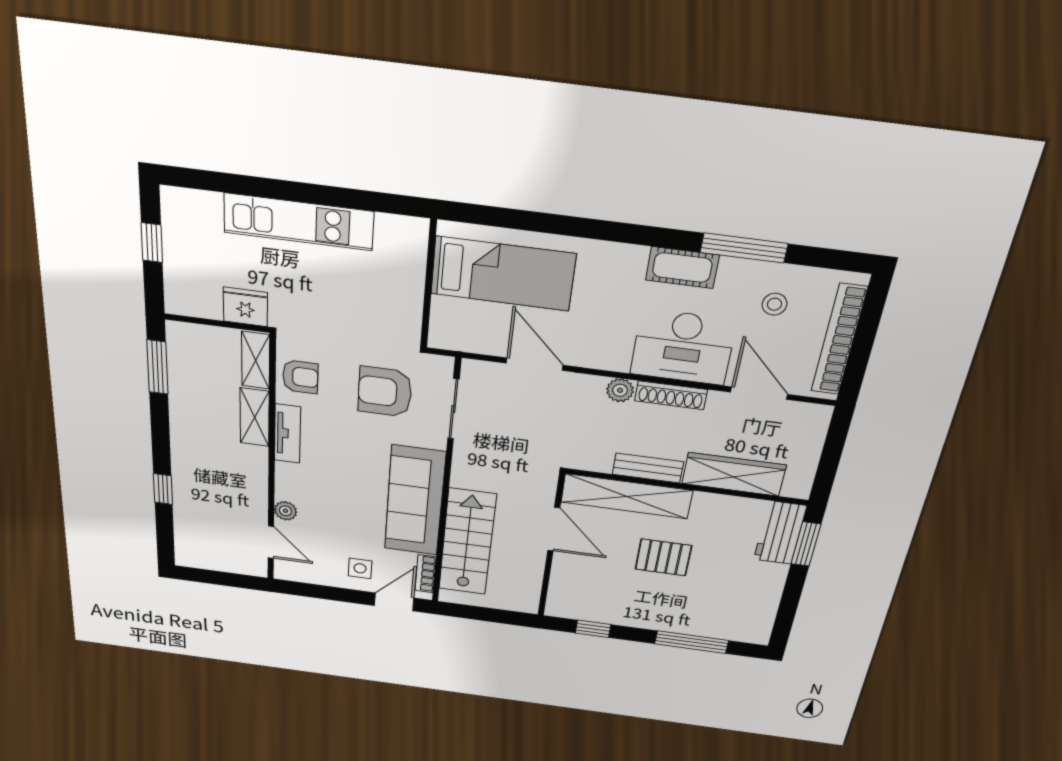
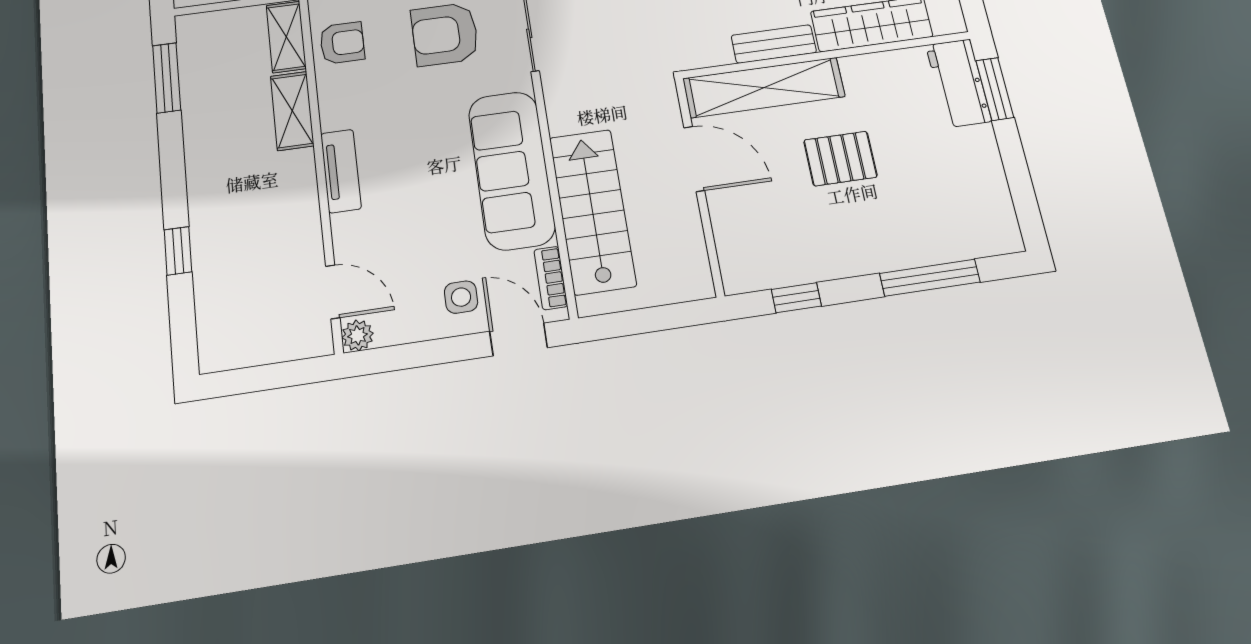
tv unit: (287, 434) -> (341, 171), moved
plant: (286, 511) -> (358, 335), moved
door: (394, 602) -> (519, 339), hinge flipped

